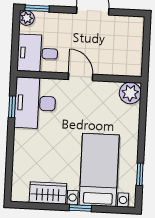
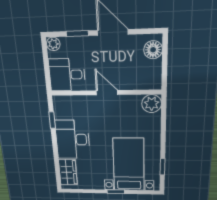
window: (37, 8) -> (77, 34), moved
floor lamp: (134, 33) -> (153, 50), added
desk: (35, 103) -> (73, 140), moved
wardrobe: (48, 193) -> (68, 172), moved, turned 90

